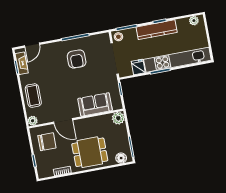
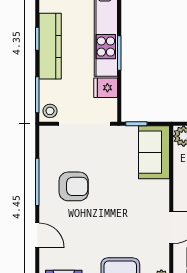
door: (32, 45) -> (37, 235), moved
sofa: (95, 105) -> (154, 152), moved

